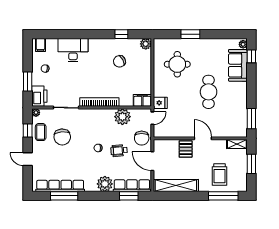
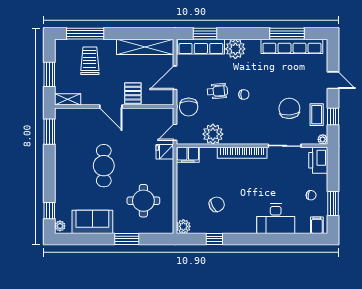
sofa: (238, 65) -> (92, 222), moved, turned -90
window: (28, 81) -> (333, 203), moved
chair: (142, 138) -> (189, 107), turned 180
door: (152, 161) -> (175, 78), swing flipped

